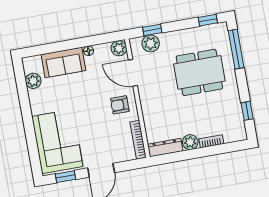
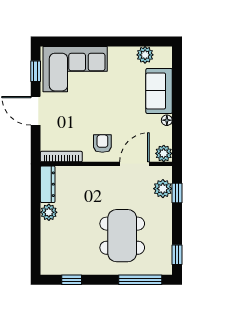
bookcase: (211, 141) -> (46, 235), removed

